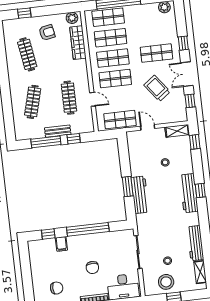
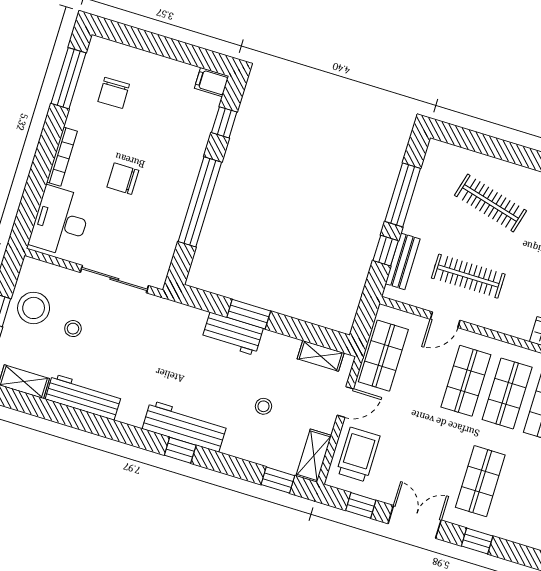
trolley: (157, 88) -> (358, 455), moved, turned -53
bench: (58, 131) -> (403, 261), moved
shelving: (132, 147) -> (321, 356), added
workbench: (140, 195) -> (233, 334), width x0.73
filing cabinet: (61, 244) -> (212, 82), moved

